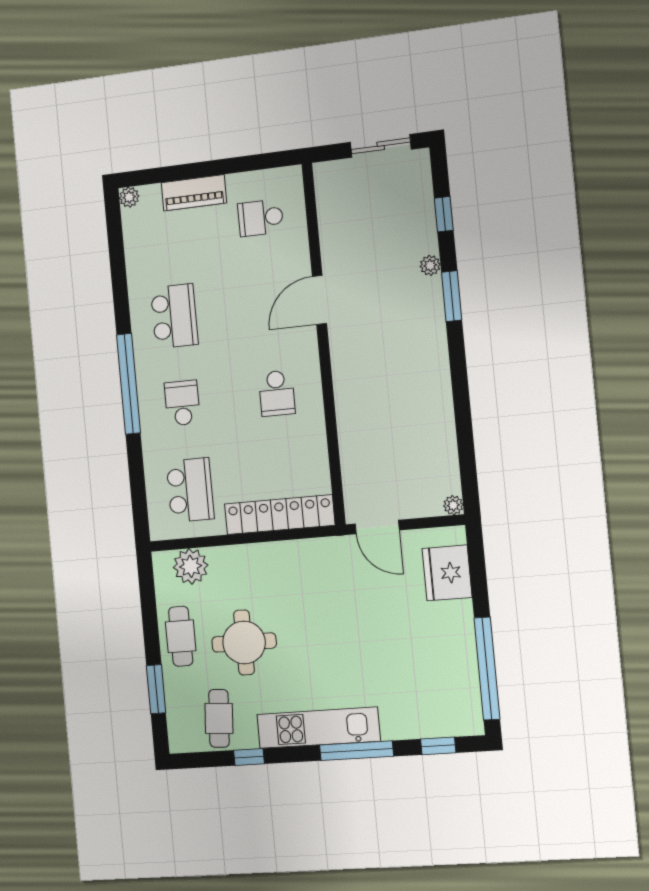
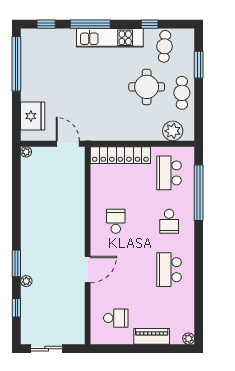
window: (129, 384) -> (199, 193), moved

